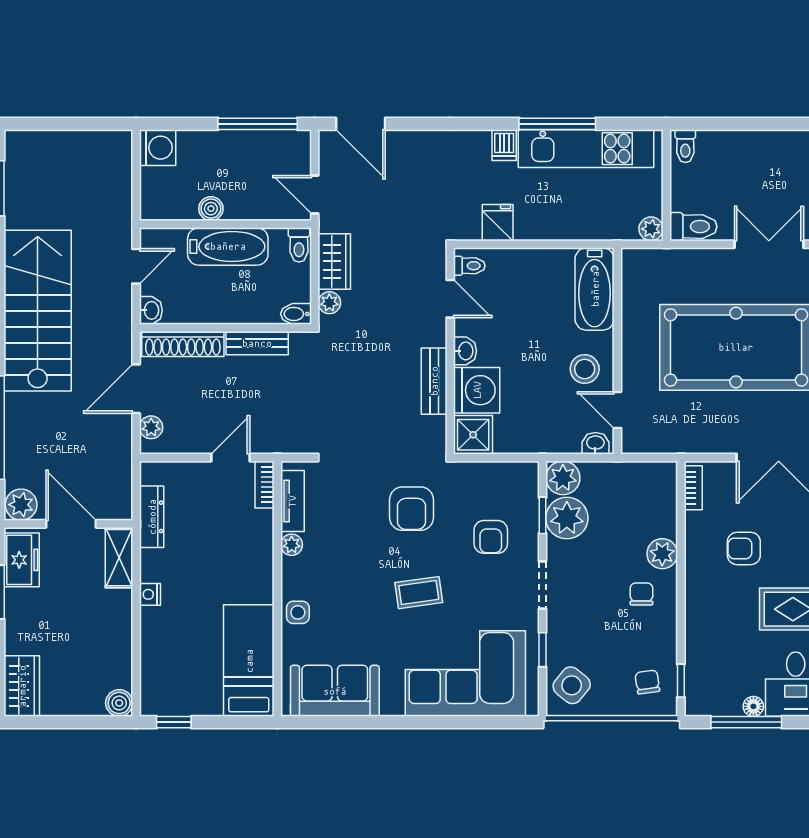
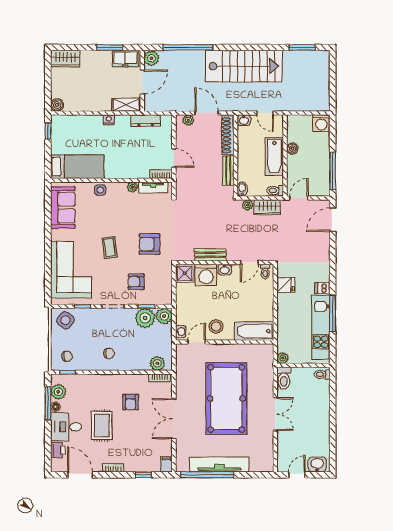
armchair: (744, 548) -> (131, 402), turned 180
plant: (662, 554) -> (157, 363), moved
plant: (722, 700) -> (58, 392), added

